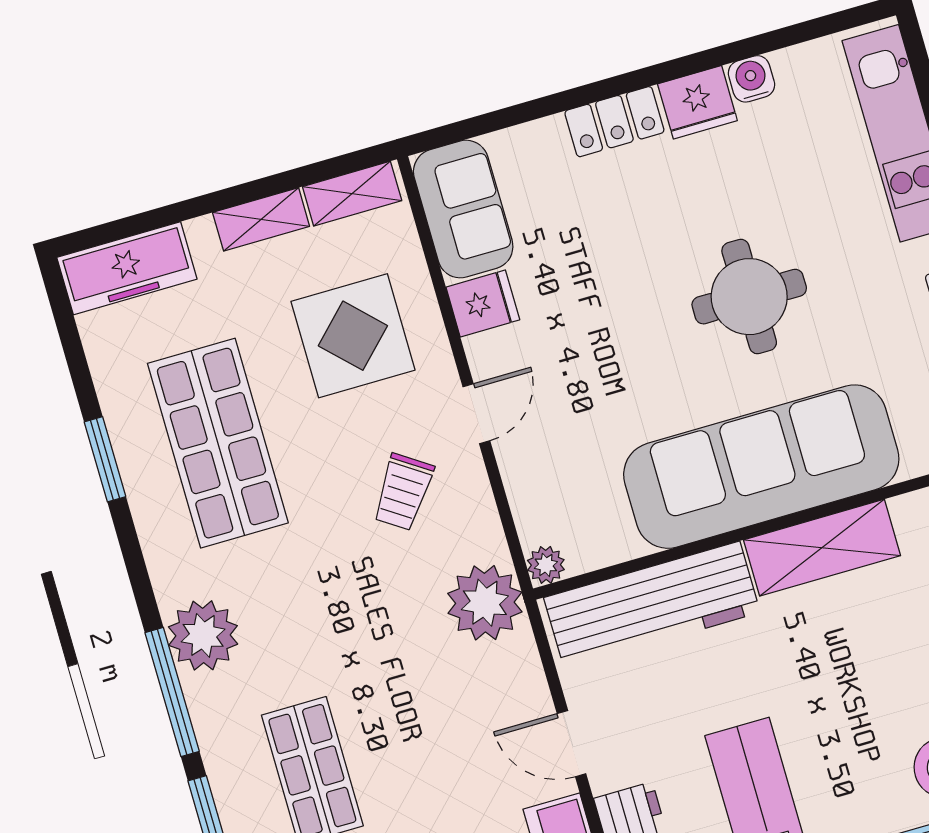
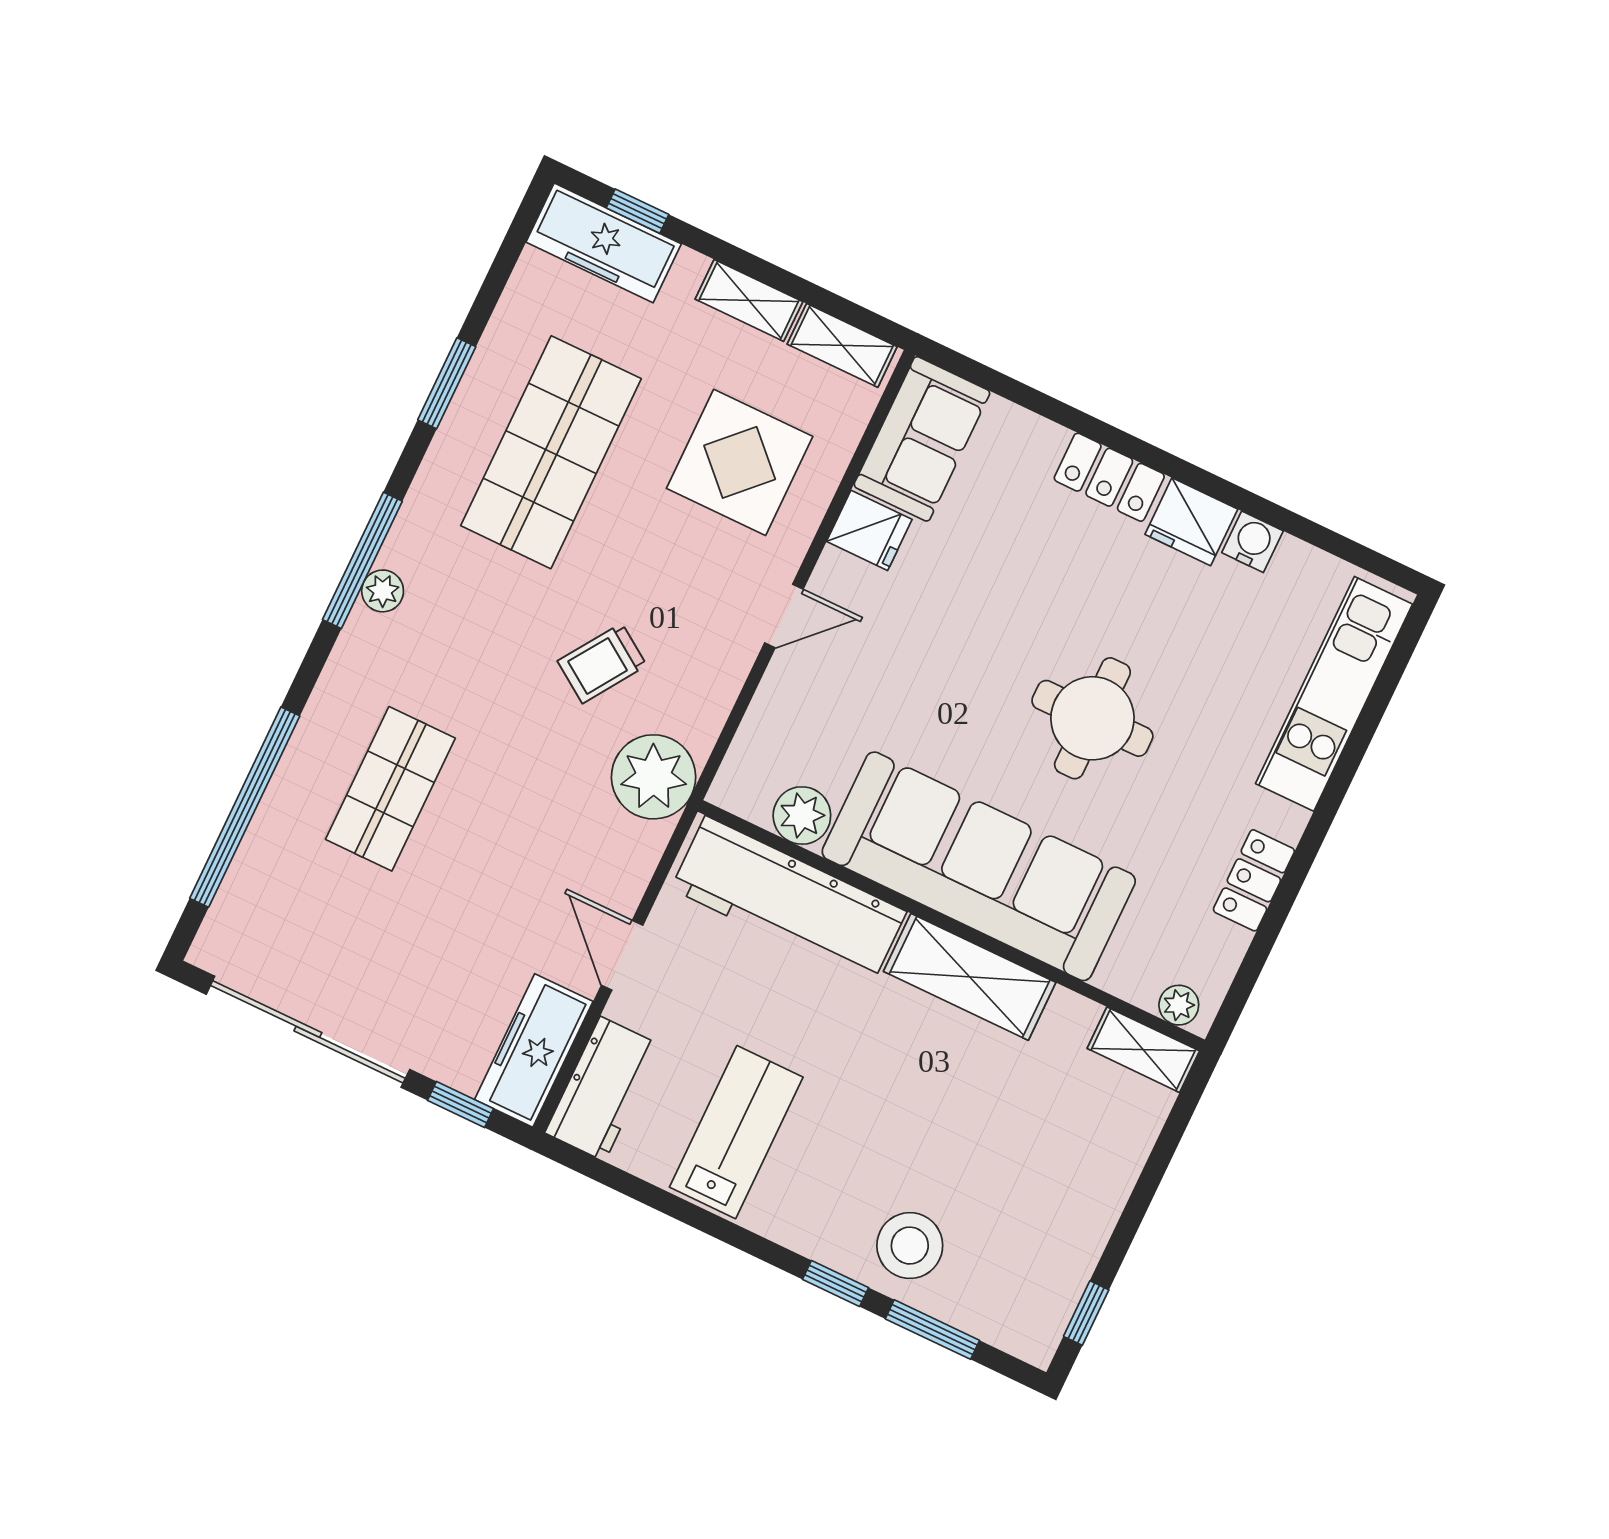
window: (131, 226) -> (638, 211), added
trolley: (403, 492) -> (602, 663), moved
plant: (546, 565) -> (802, 815), moved, width x1.38, depth x1.38
plant: (203, 635) -> (383, 591), width x0.53, depth x0.53
window: (172, 692) -> (362, 560), moved

